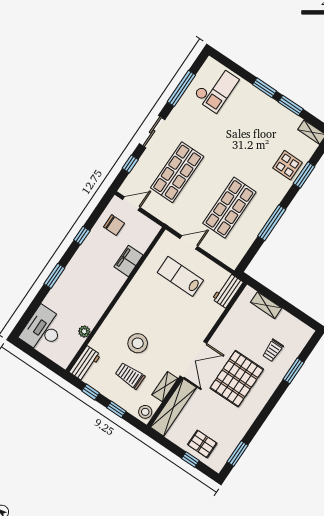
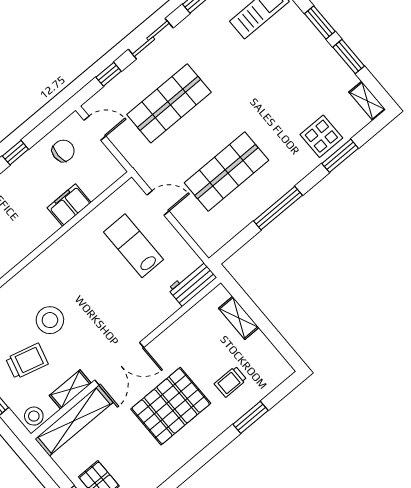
chair: (114, 225) -> (63, 151), turned -90
trolley: (130, 376) -> (27, 361), turned 105

